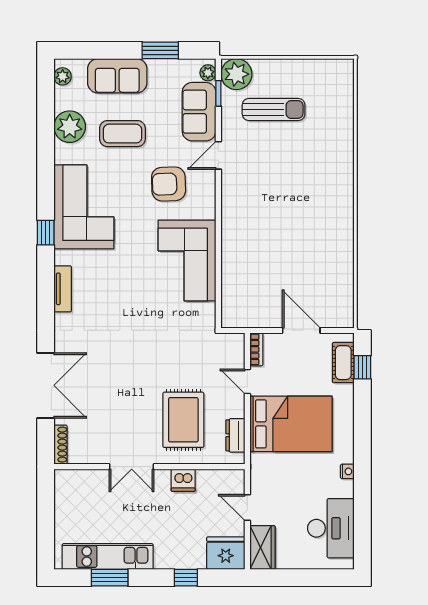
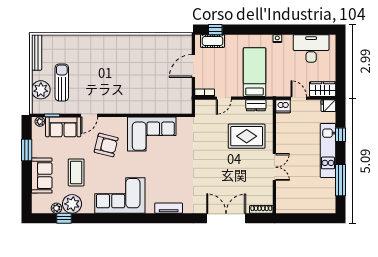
bench: (324, 67) -> (37, 52), added
plant: (236, 74) -> (41, 90), moved
plant: (63, 76) -> (56, 208), moved
door: (218, 155) -> (89, 115), hinge flipped
armchair: (169, 184) -> (106, 145), turned -74
window: (46, 233) -> (64, 218), moved
bed: (291, 424) -> (255, 72), width x0.67
dishwasher: (183, 480) -> (283, 106), moved, turned 90
door: (247, 508) -> (299, 98), swing flipped
fridge: (226, 553) -> (328, 106), width x0.53, depth x0.75
kitchen unit: (108, 557) -> (328, 150), moved
window: (110, 578) -> (341, 180), width x1.44

